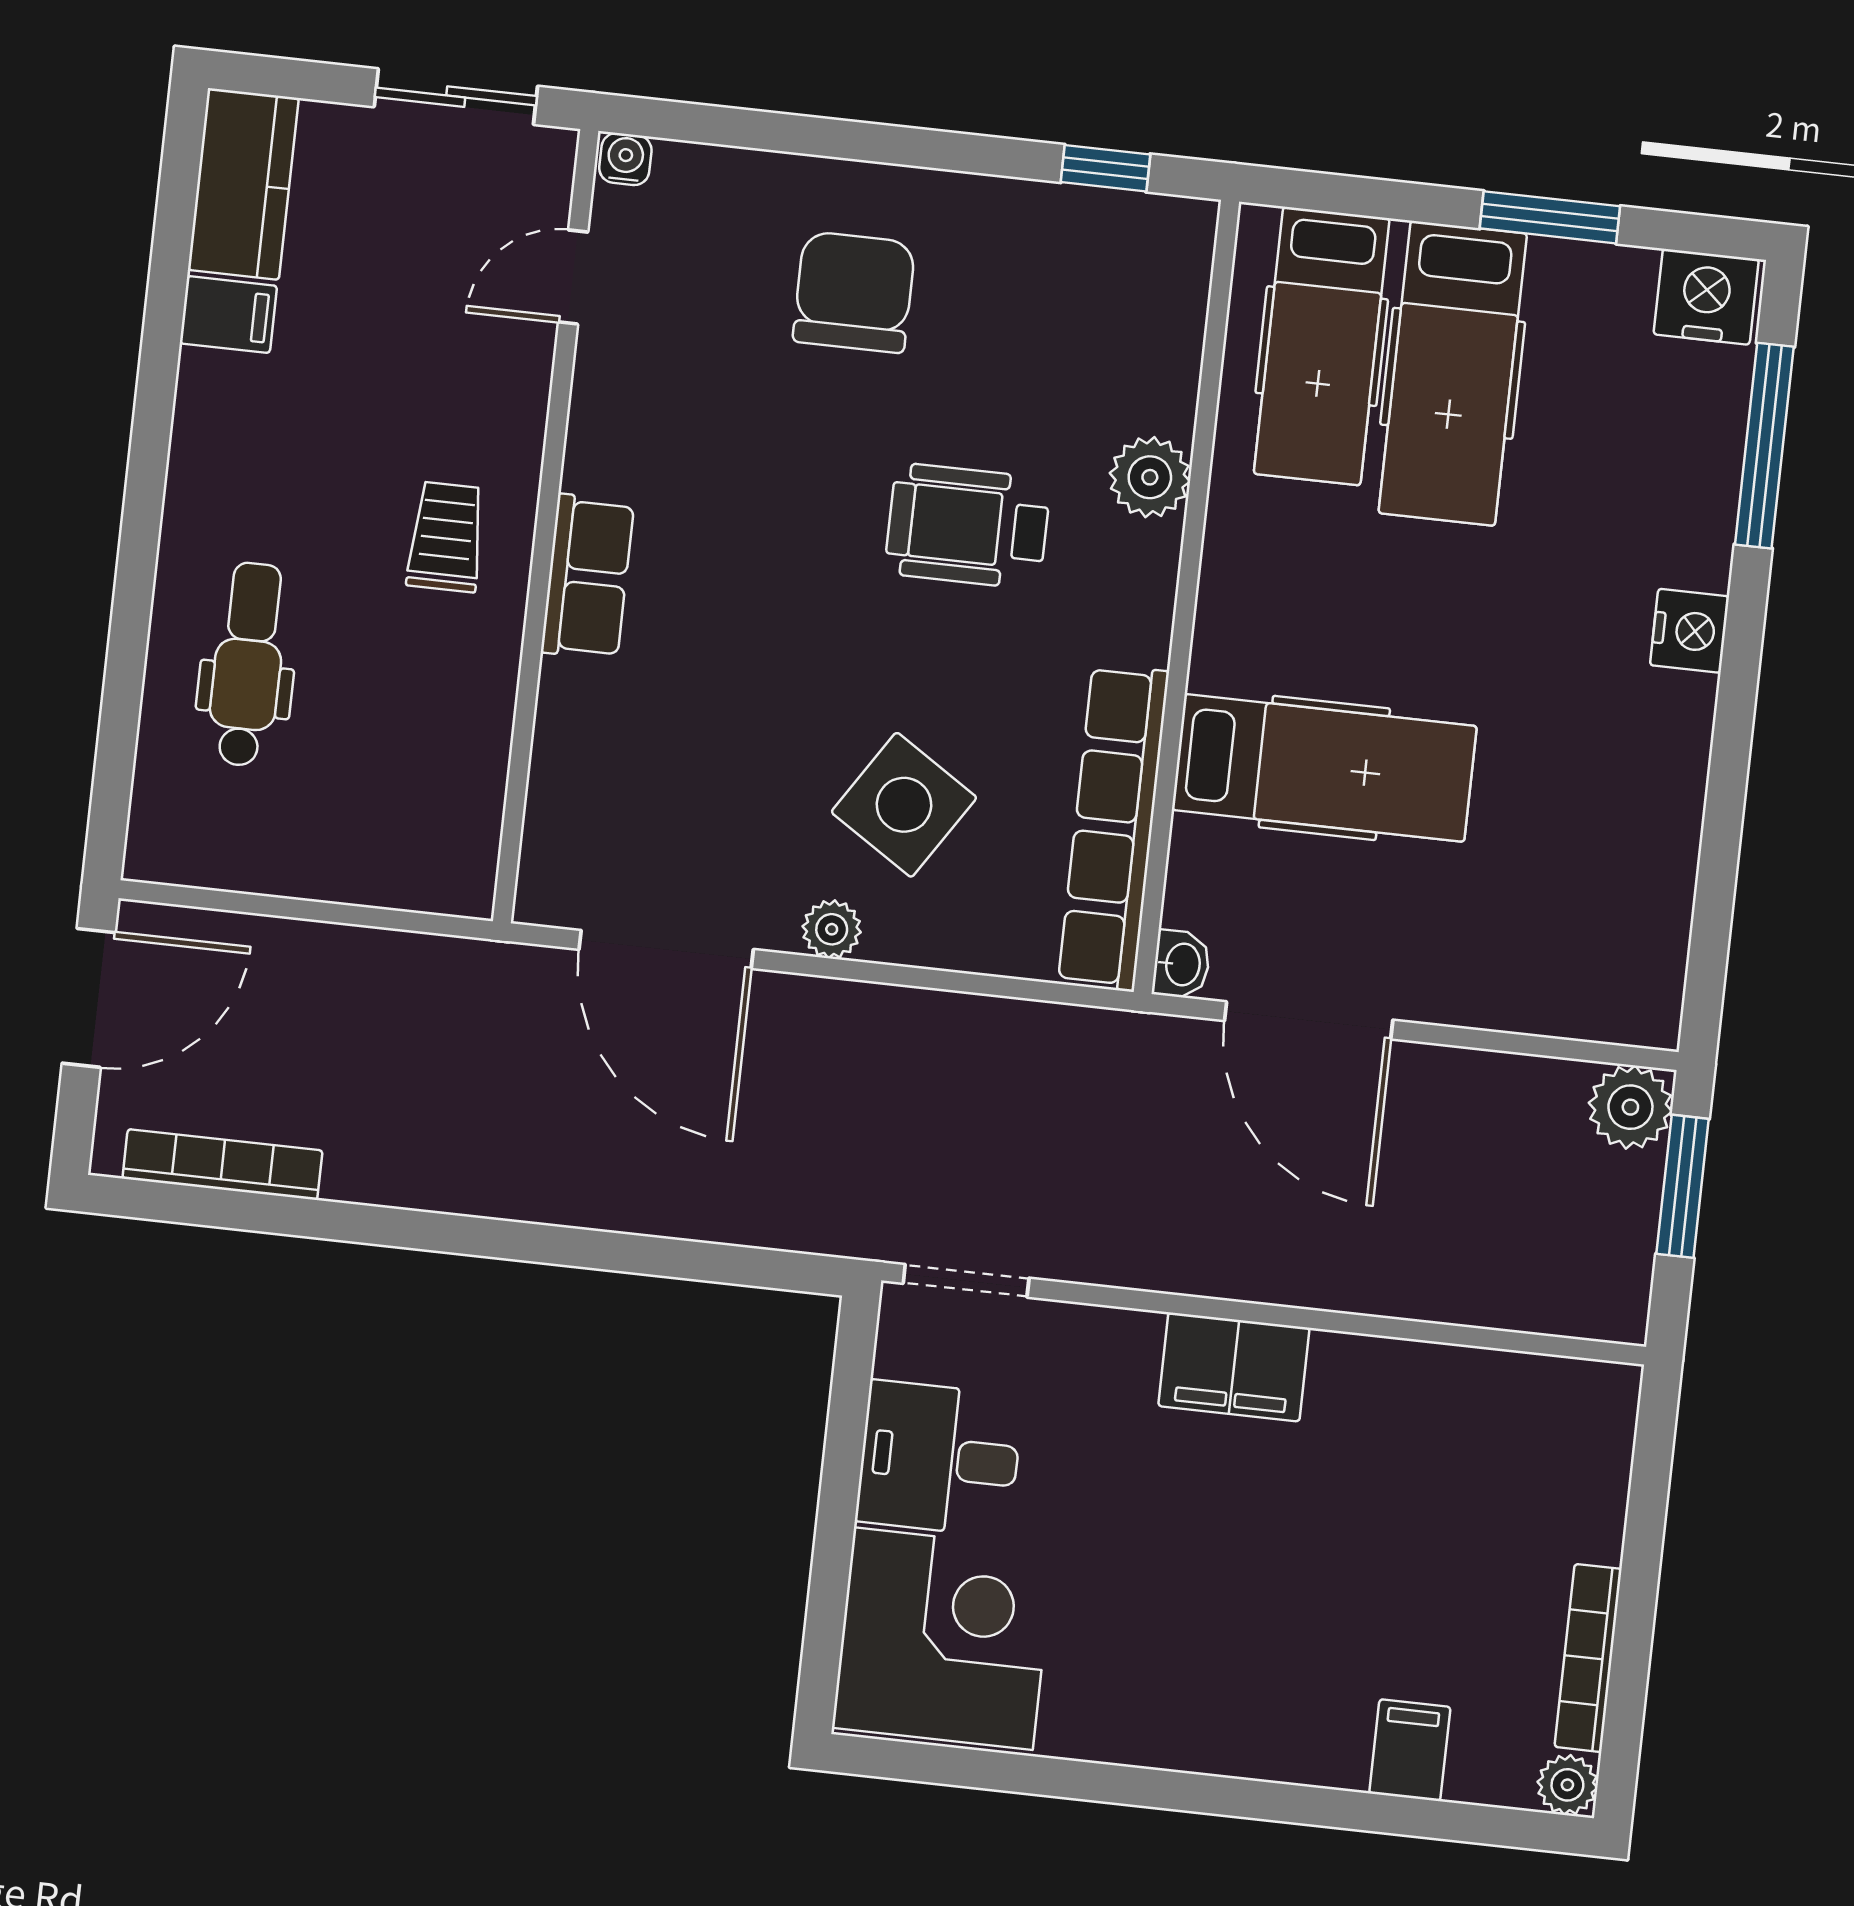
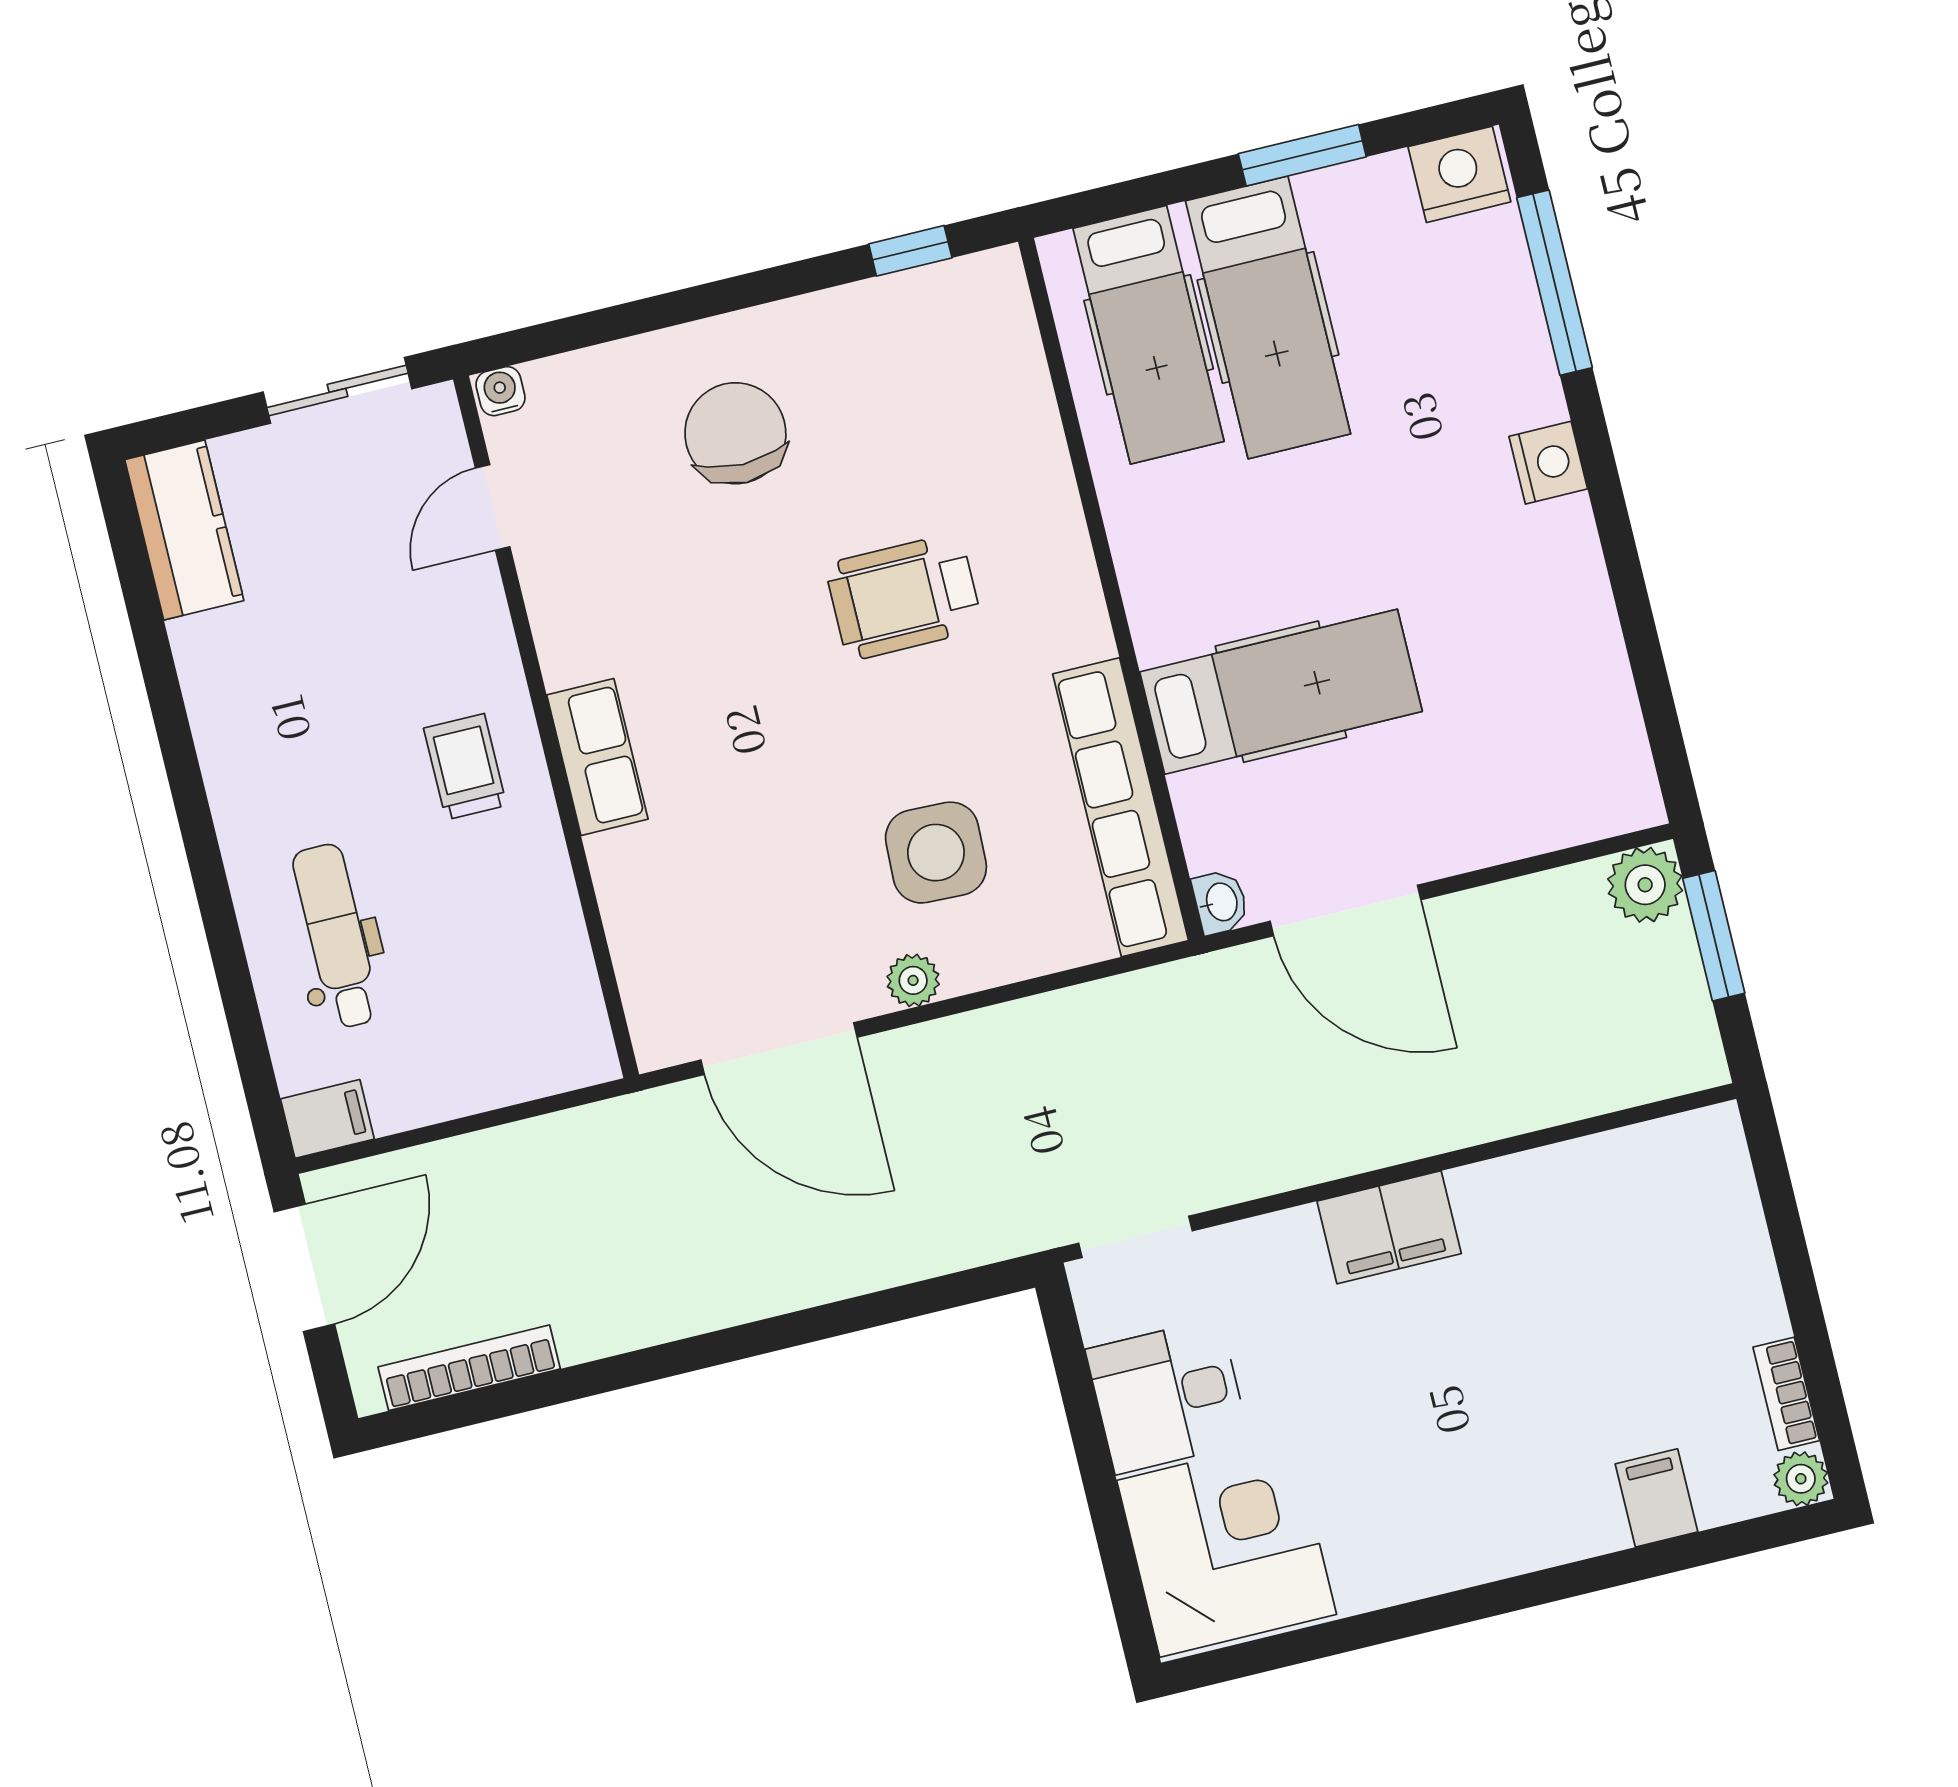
filing cabinet: (228, 315) -> (327, 1119), moved
plant: (1150, 477) -> (1043, 499), removed
side table: (904, 805) -> (936, 853), turned -31
bookcase: (1588, 1658) -> (1786, 1394), width x0.64

